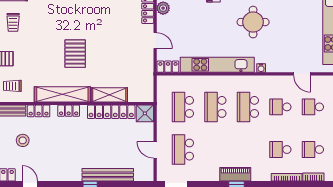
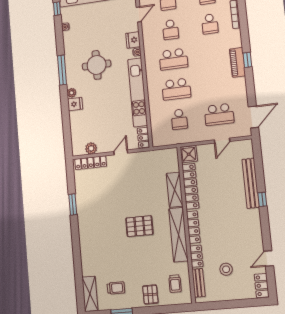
fridge: (275, 65) -> (133, 40), added
school desk: (183, 107) -> (179, 119), width x0.54
locker: (69, 111) -> (193, 227), width x1.53

